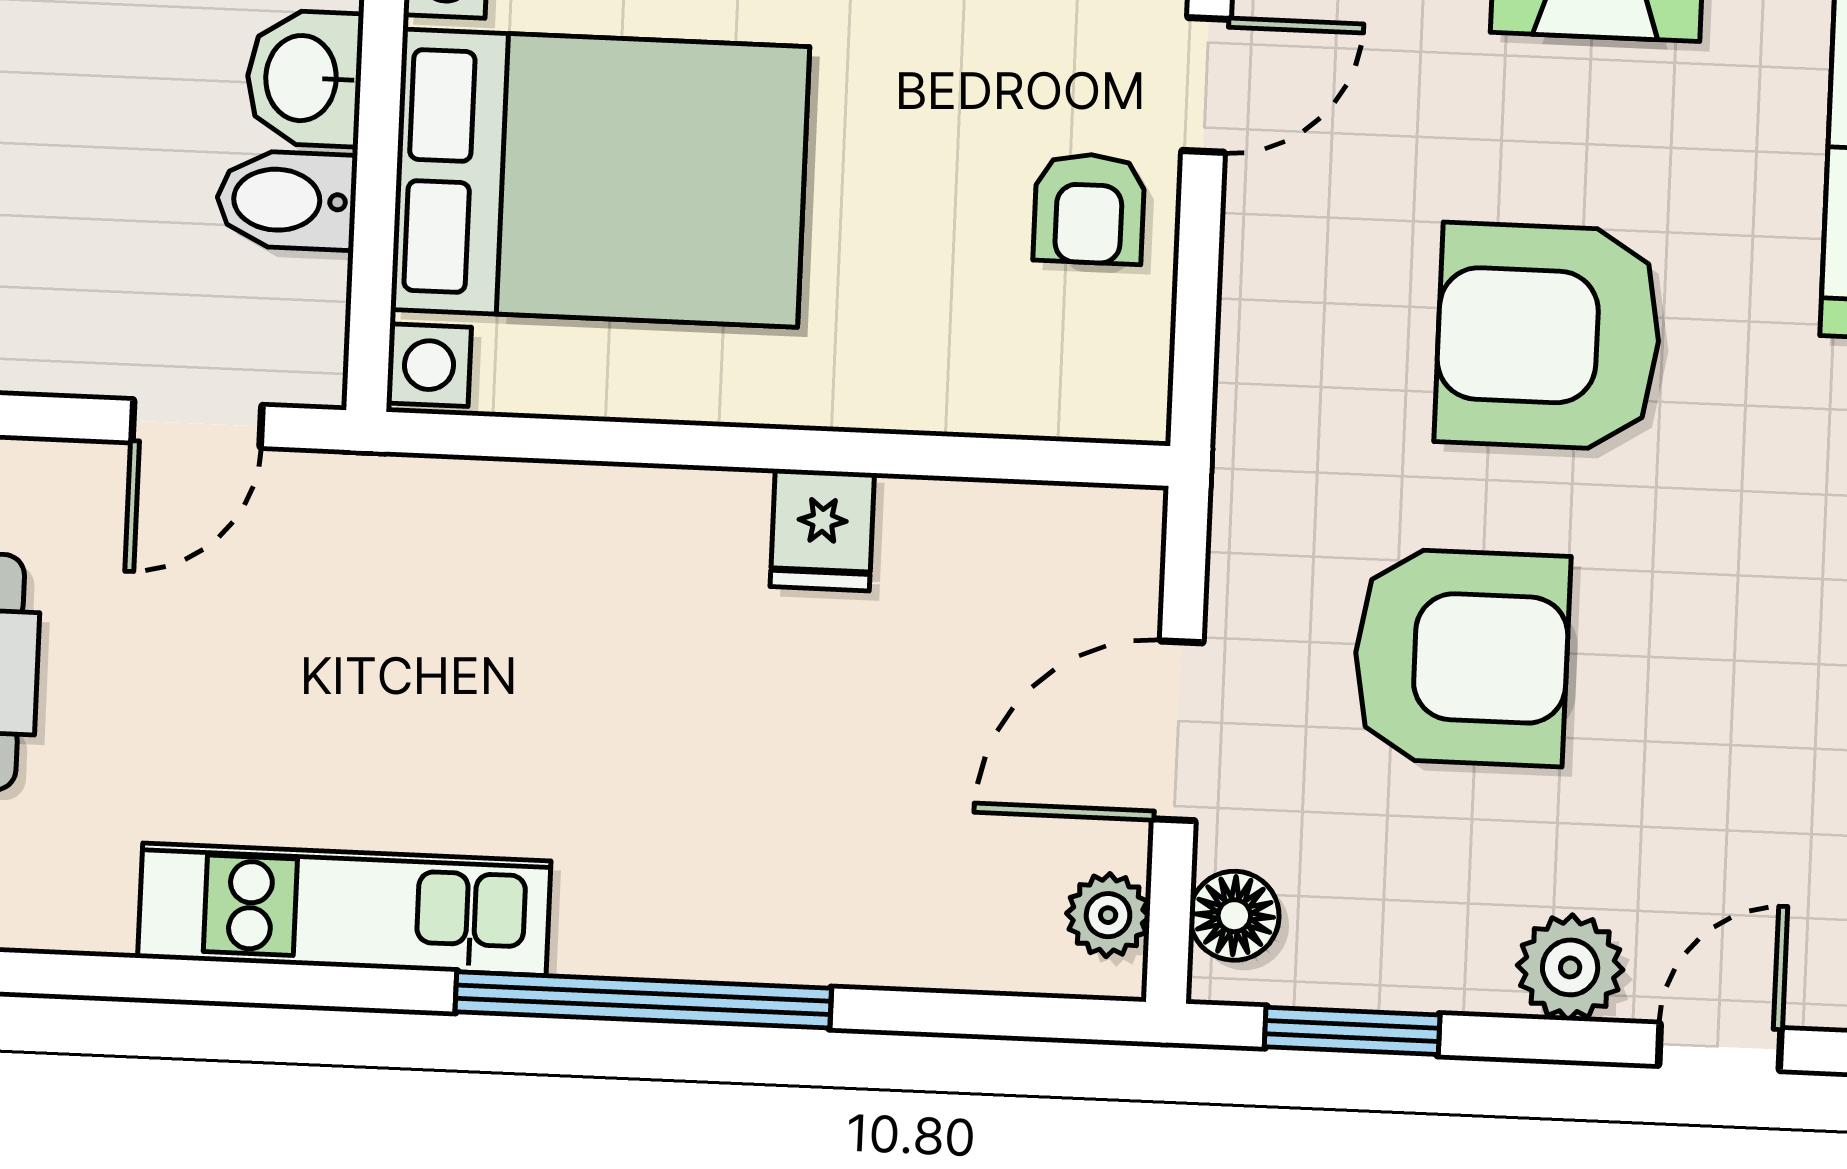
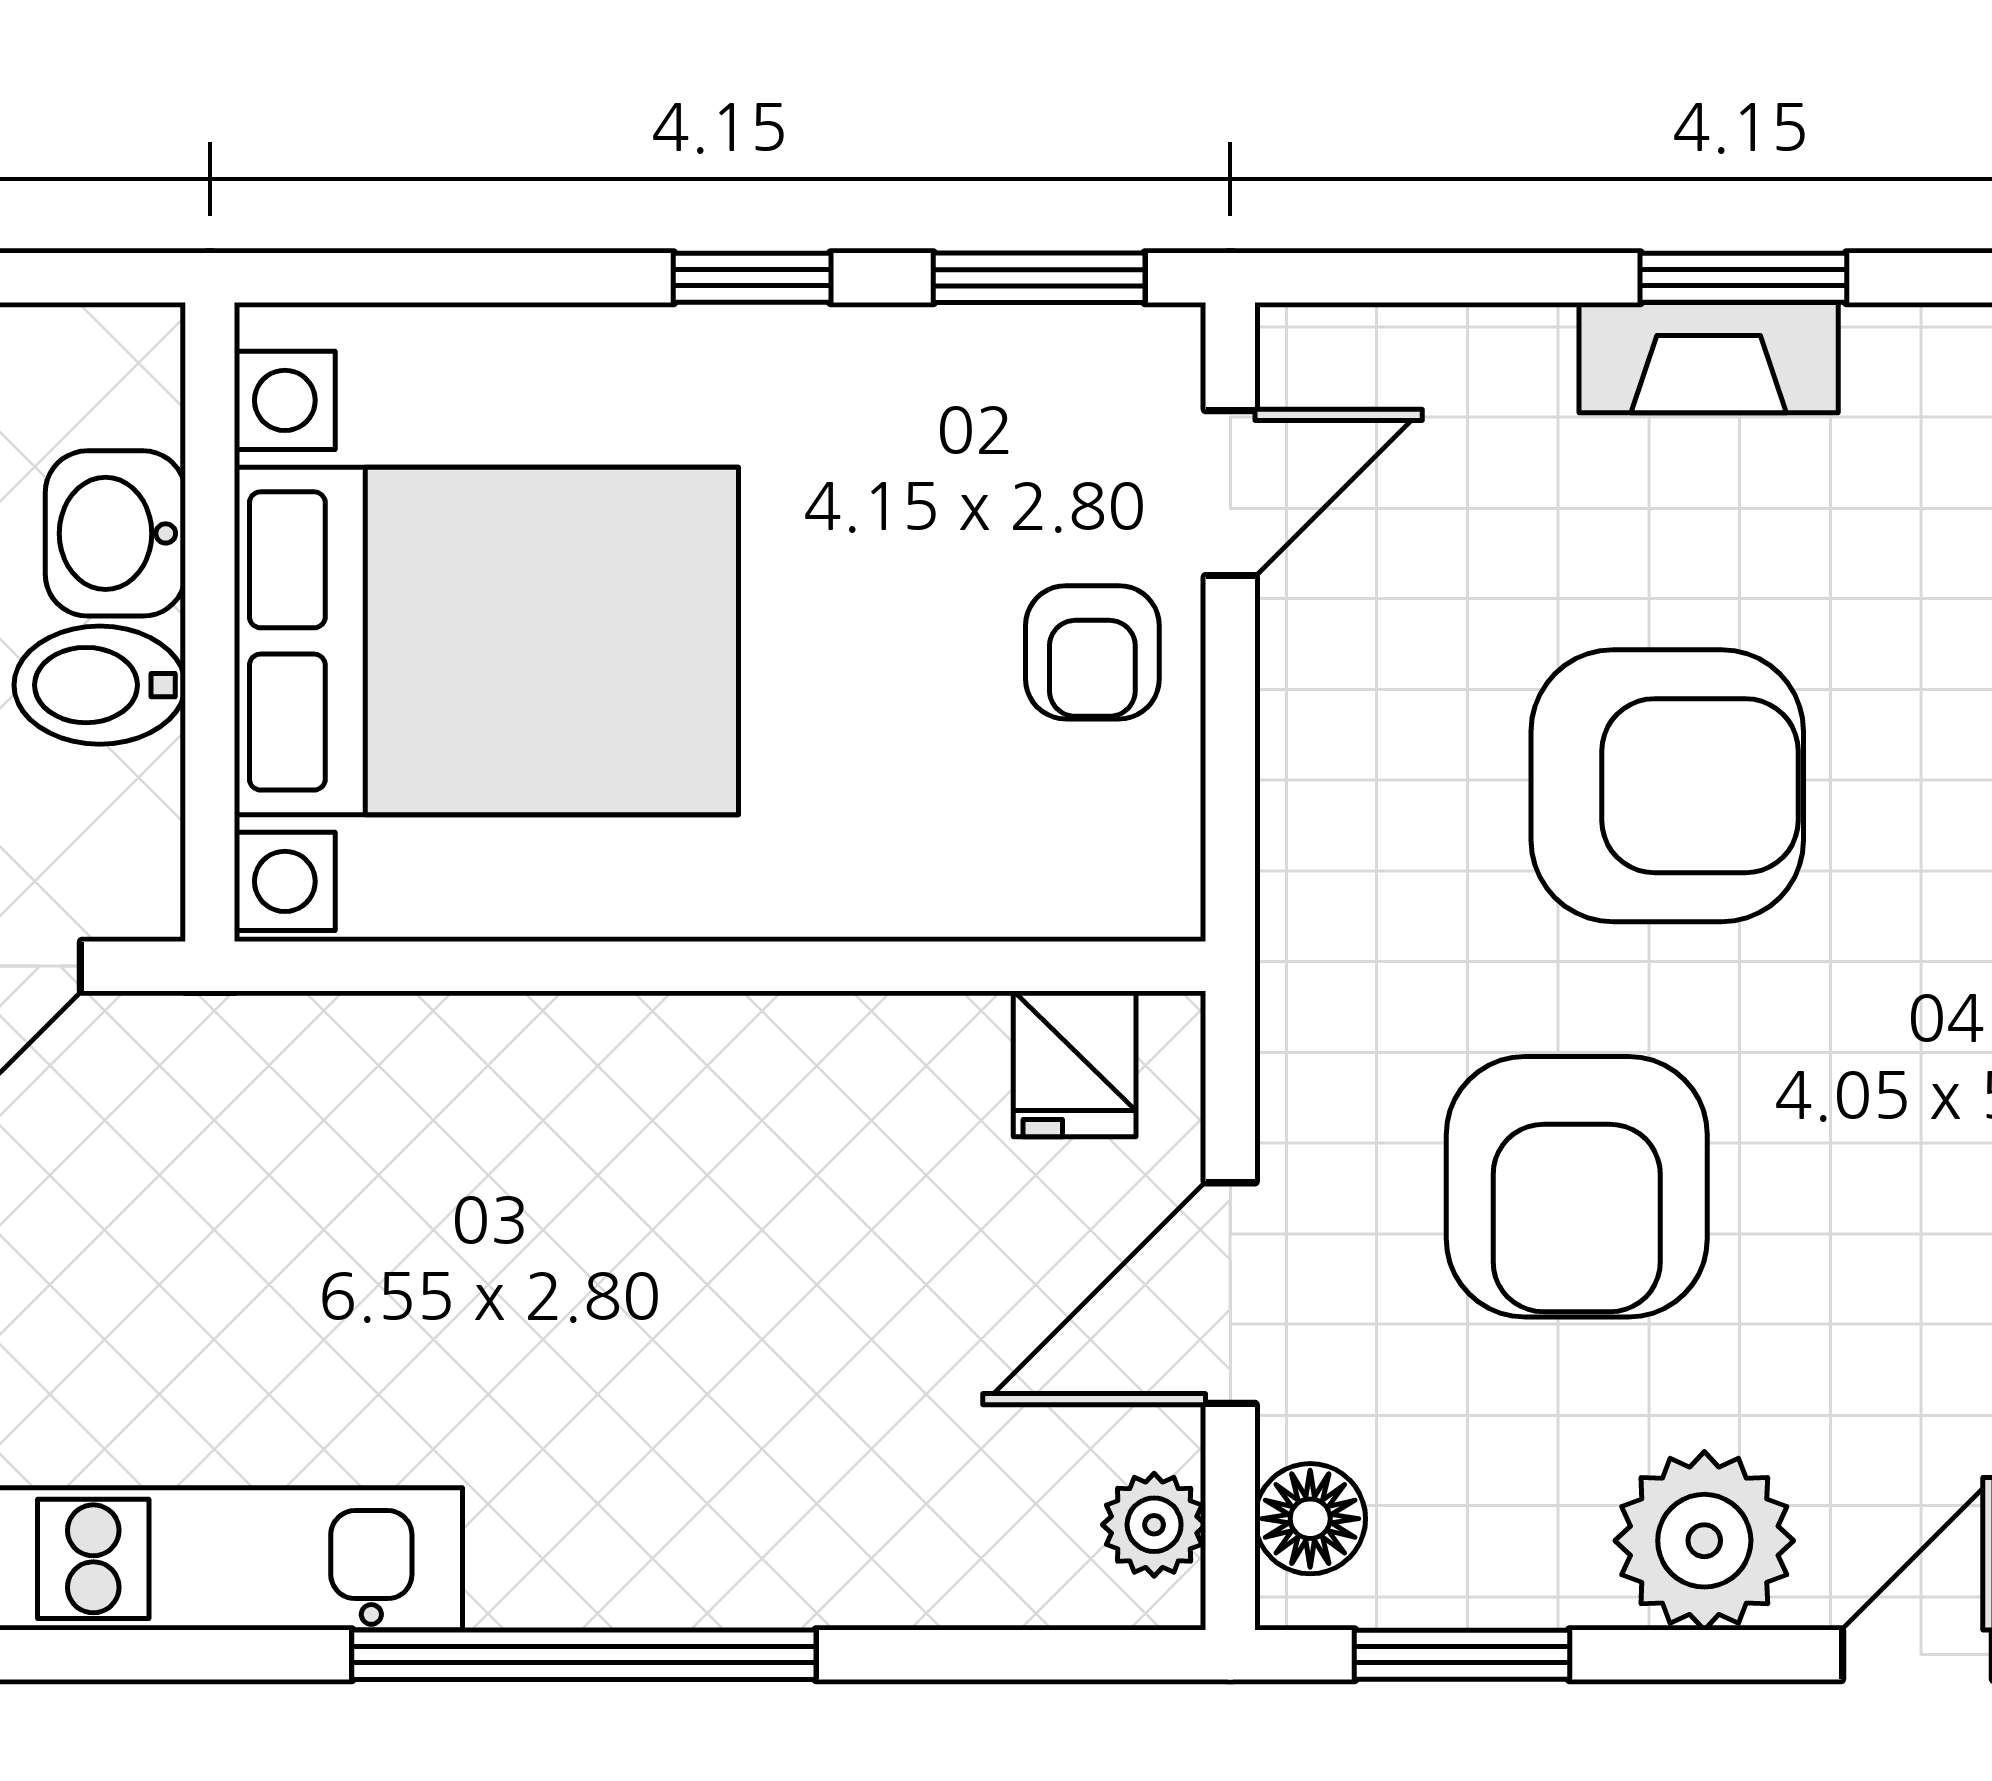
armchair: (1548, 337) -> (1667, 786), turned 180
fridge: (822, 530) -> (1075, 1064), moved
armchair: (1461, 657) -> (1577, 1187), turned 90
plant: (1570, 967) -> (1704, 1541), width x1.36, depth x1.36

